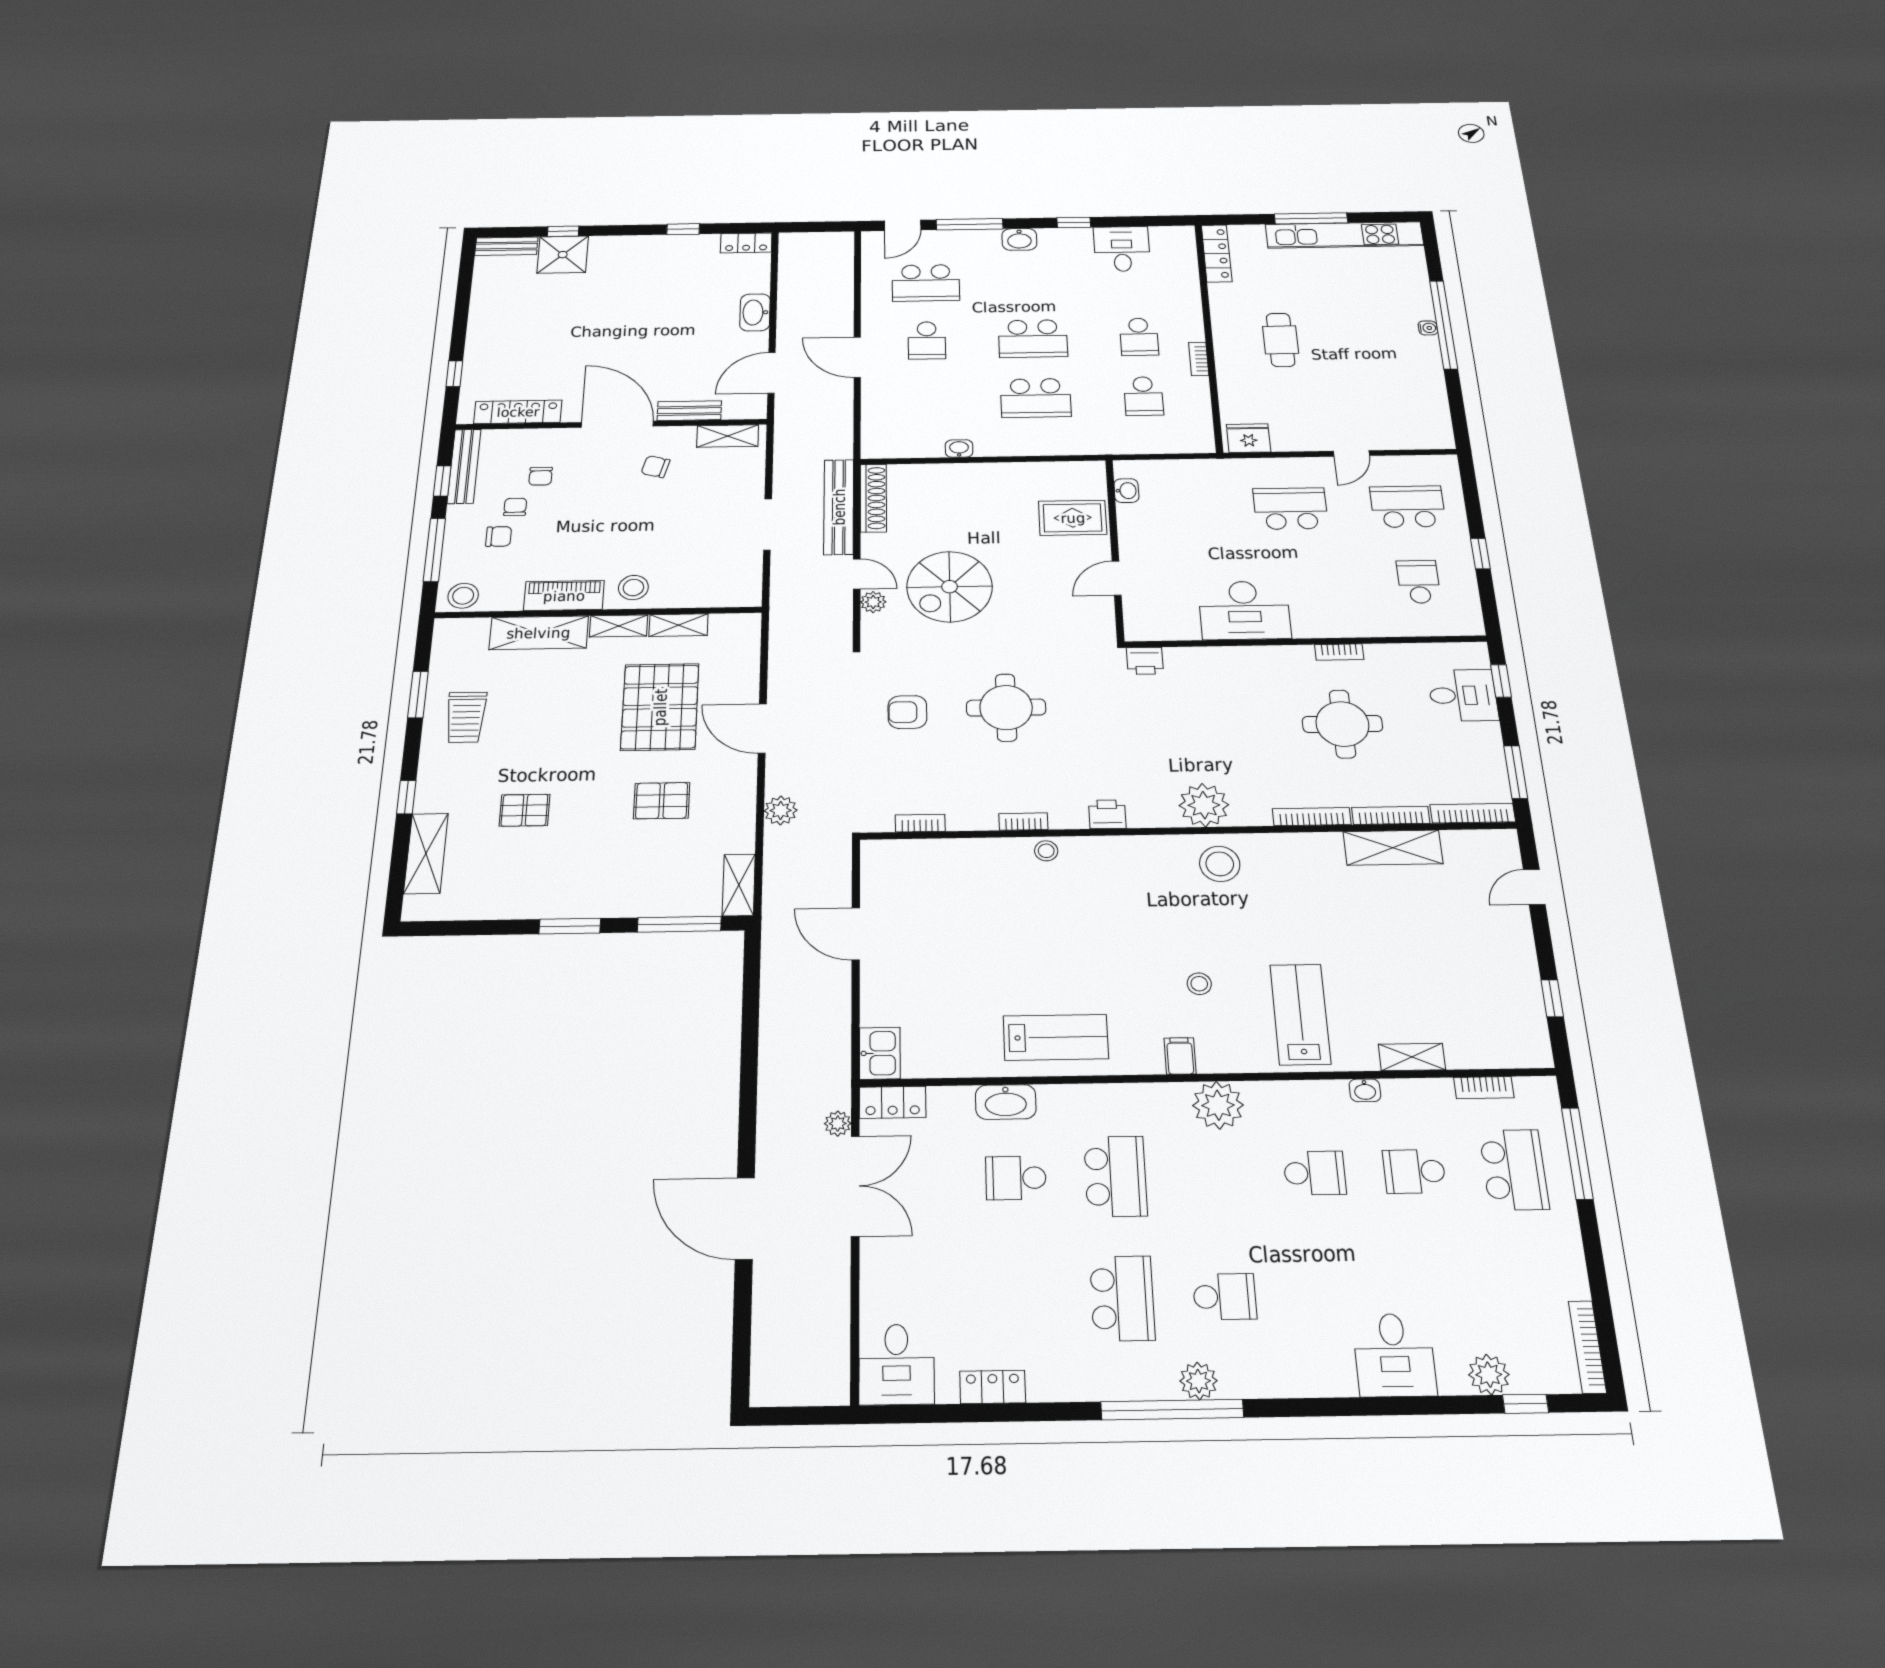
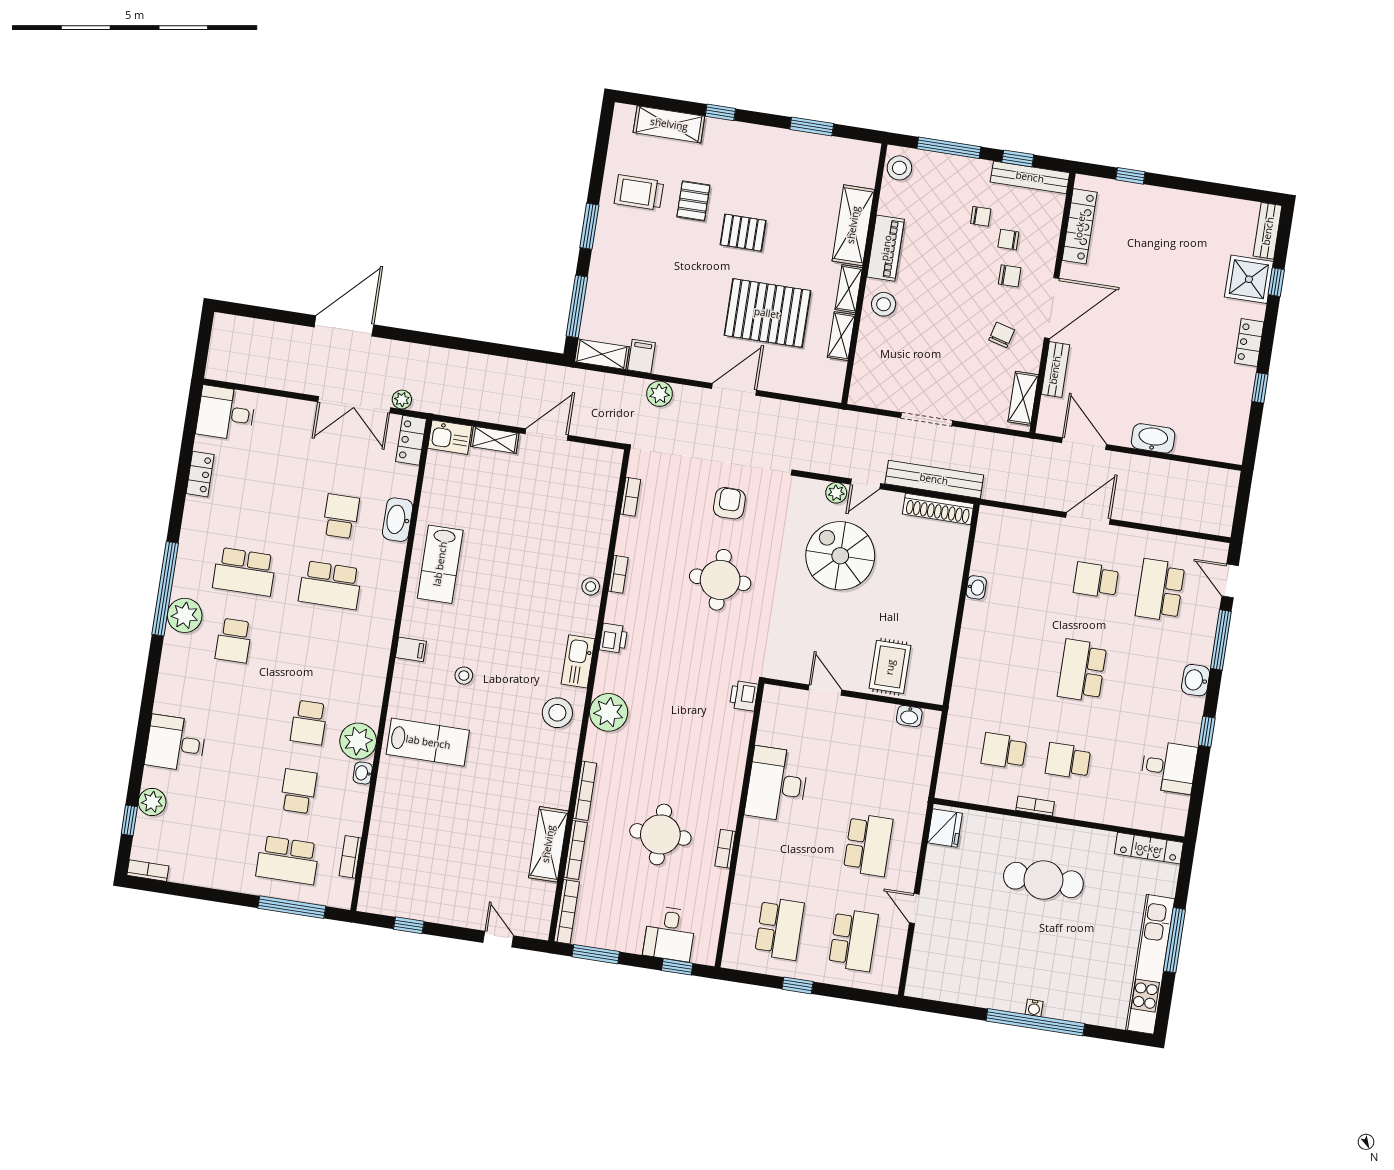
locker: (746, 243) -> (1249, 342), moved
cafe table: (1281, 340) -> (1043, 880), width x1.37, depth x1.35
school desk: (1036, 398) -> (1018, 661), removed
chair: (499, 536) -> (1010, 276), moved, turned -90
school desk: (1419, 582) -> (779, 929), width x1.85
trolley: (466, 717) -> (639, 193), moved
pallet: (662, 801) -> (743, 233), moved, turned 90
filing cabinet: (735, 838) -> (641, 356), added
kitchen sink: (1147, 850) -> (578, 661), added
shelving: (1412, 1057) -> (495, 440), moved, turned 90
plant: (1218, 1105) -> (358, 741), moved
bookcase: (1587, 1347) -> (148, 871), width x0.64
plant: (1198, 1381) -> (185, 615), width x1.36, depth x1.36

